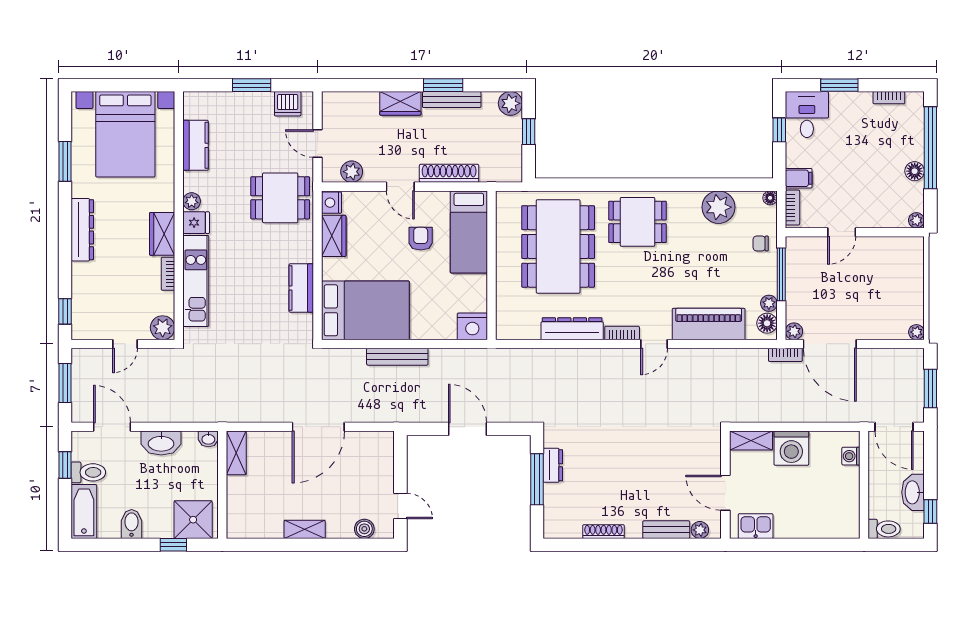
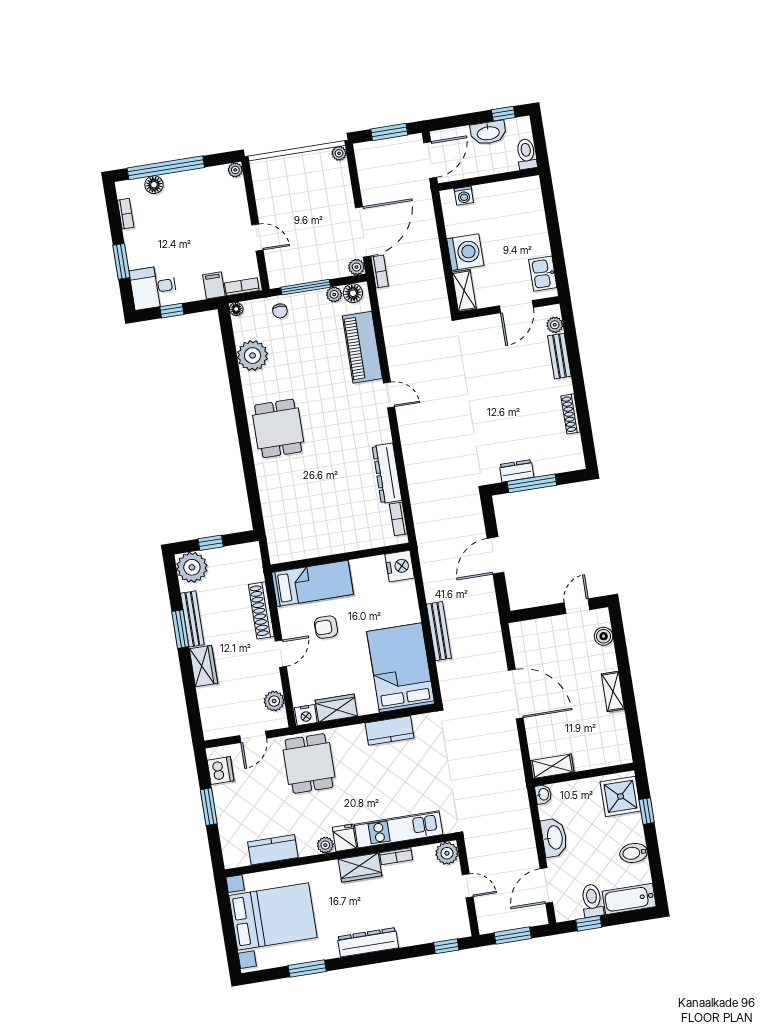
plant: (510, 103) -> (192, 567), width x1.36, depth x1.36
floor lamp: (915, 171) -> (154, 185), moved
dining table: (558, 246) -> (313, 498), removed
bookcase: (622, 333) -> (398, 519), moved

